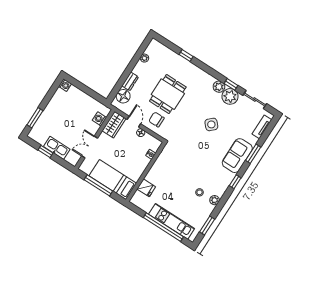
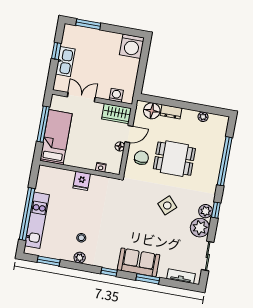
window: (186, 56) -> (225, 161), width x3.17
window: (231, 84) -> (216, 210), moved
washing machine: (65, 85) -> (132, 46), width x1.89, depth x1.89
side table: (211, 124) -> (167, 205), moved
fridge: (146, 188) -> (82, 181), moved

